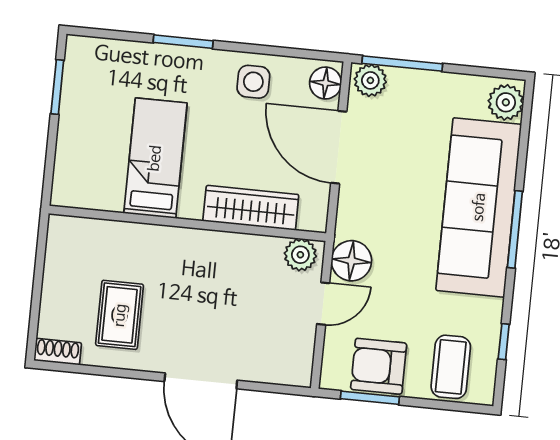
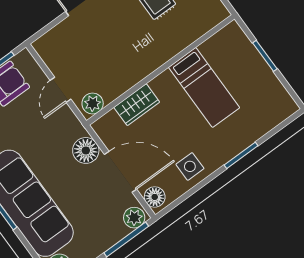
window: (57, 87) -> (265, 56), moved
wardrobe: (251, 208) -> (137, 105), width x0.67
floor lamp: (351, 261) -> (86, 150), moved

